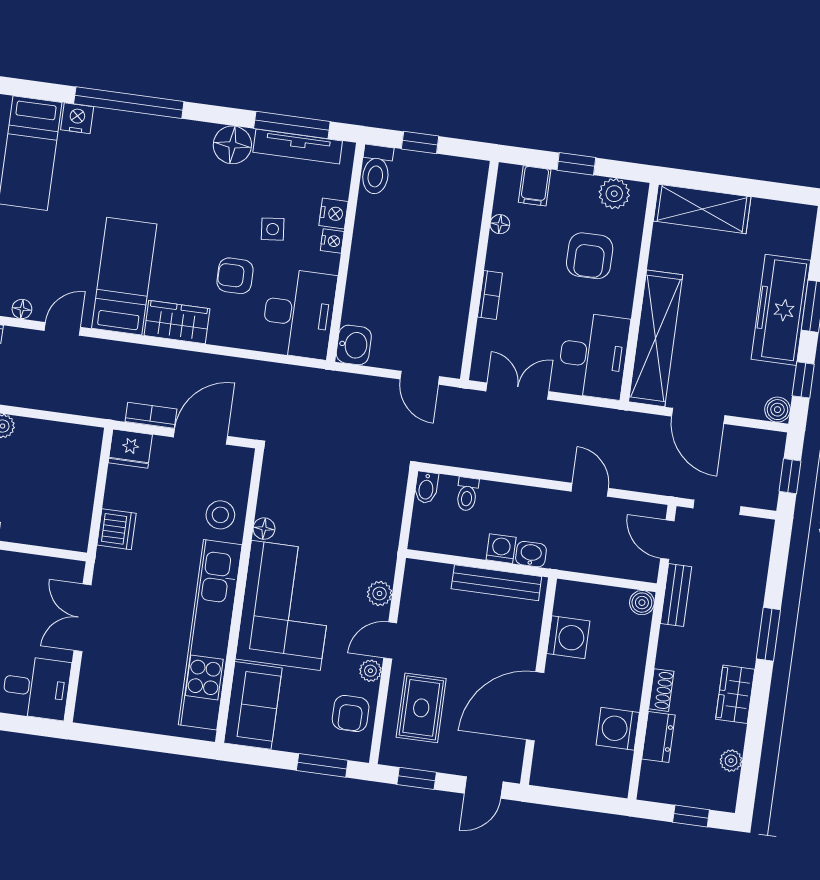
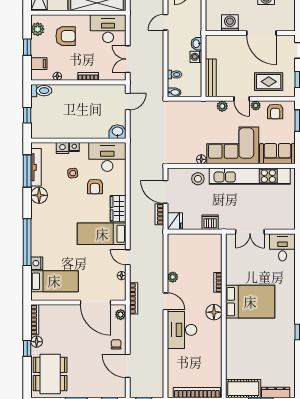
toilet: (376, 170) -> (41, 91), moved
bench: (496, 583) -> (211, 78), moved
armchair: (351, 713) -> (275, 111), turned 90

